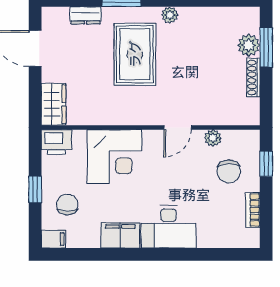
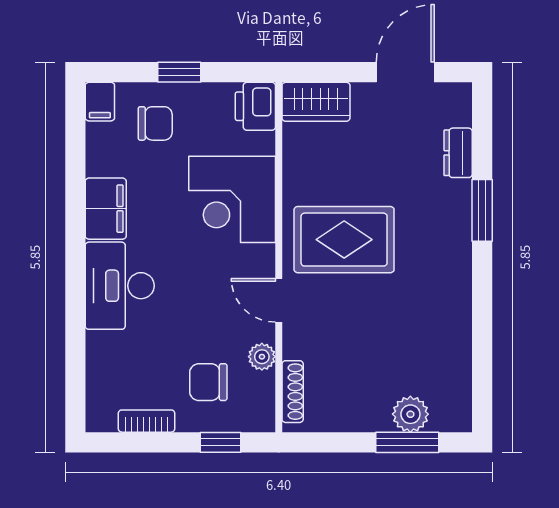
plant: (170, 15) -> (459, 288), removed
rug: (135, 54) -> (344, 240), moved
shoe rack: (253, 78) -> (293, 392), moved, turned 90

